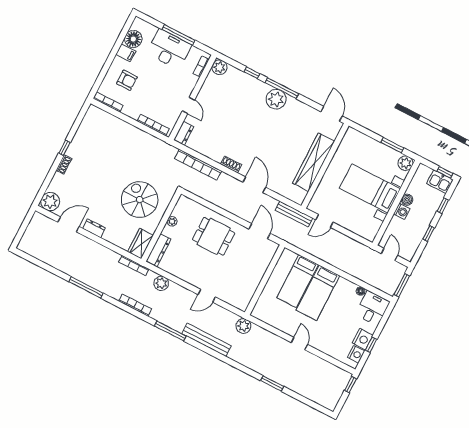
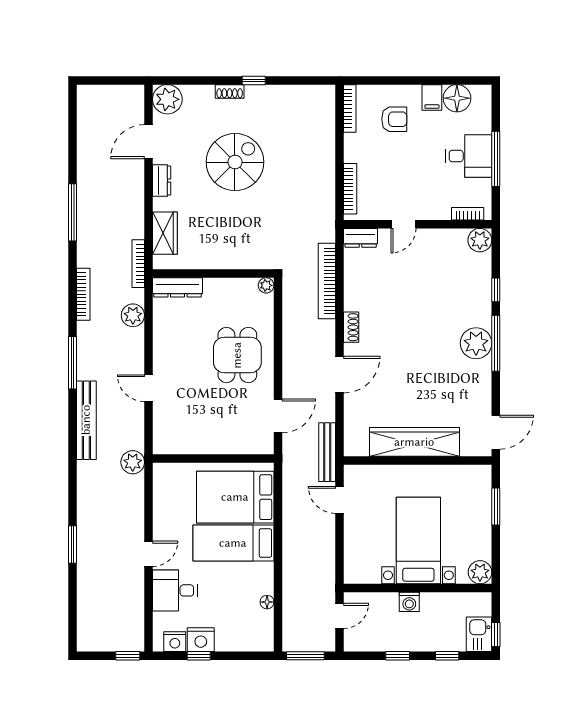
desk: (169, 49) -> (469, 156), width x0.73
armchair: (127, 80) -> (394, 119), turned -90
window: (392, 145) -> (496, 507), moved
spiral stairs: (140, 200) -> (235, 162), moved
boiler: (407, 200) -> (430, 601), removed
plant: (172, 221) -> (266, 285), moved
door: (68, 224) -> (148, 142), swing flipped
wardrobe: (140, 244) -> (165, 233), moved, turned 90
bed: (298, 281) -> (235, 497), width x1.50
desk: (372, 308) -> (175, 590), moved, turned 180

